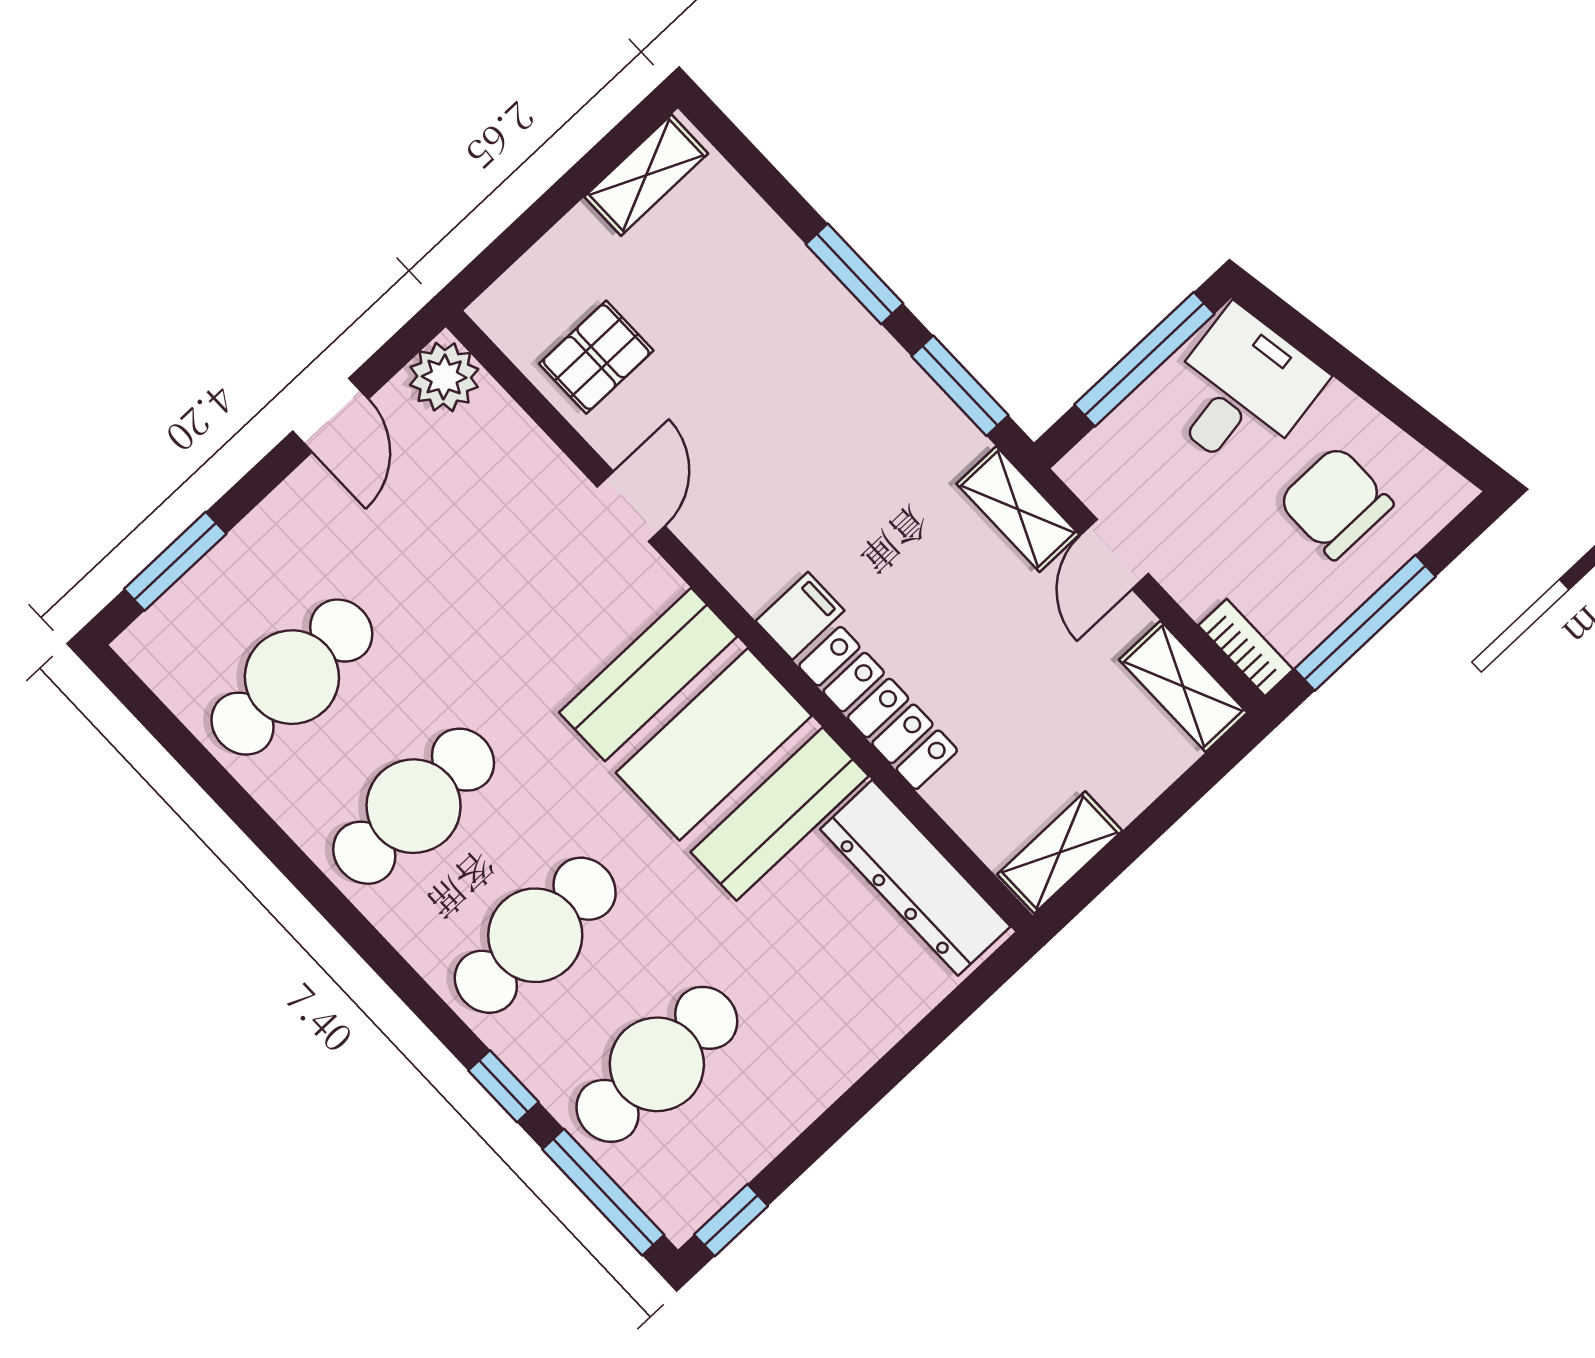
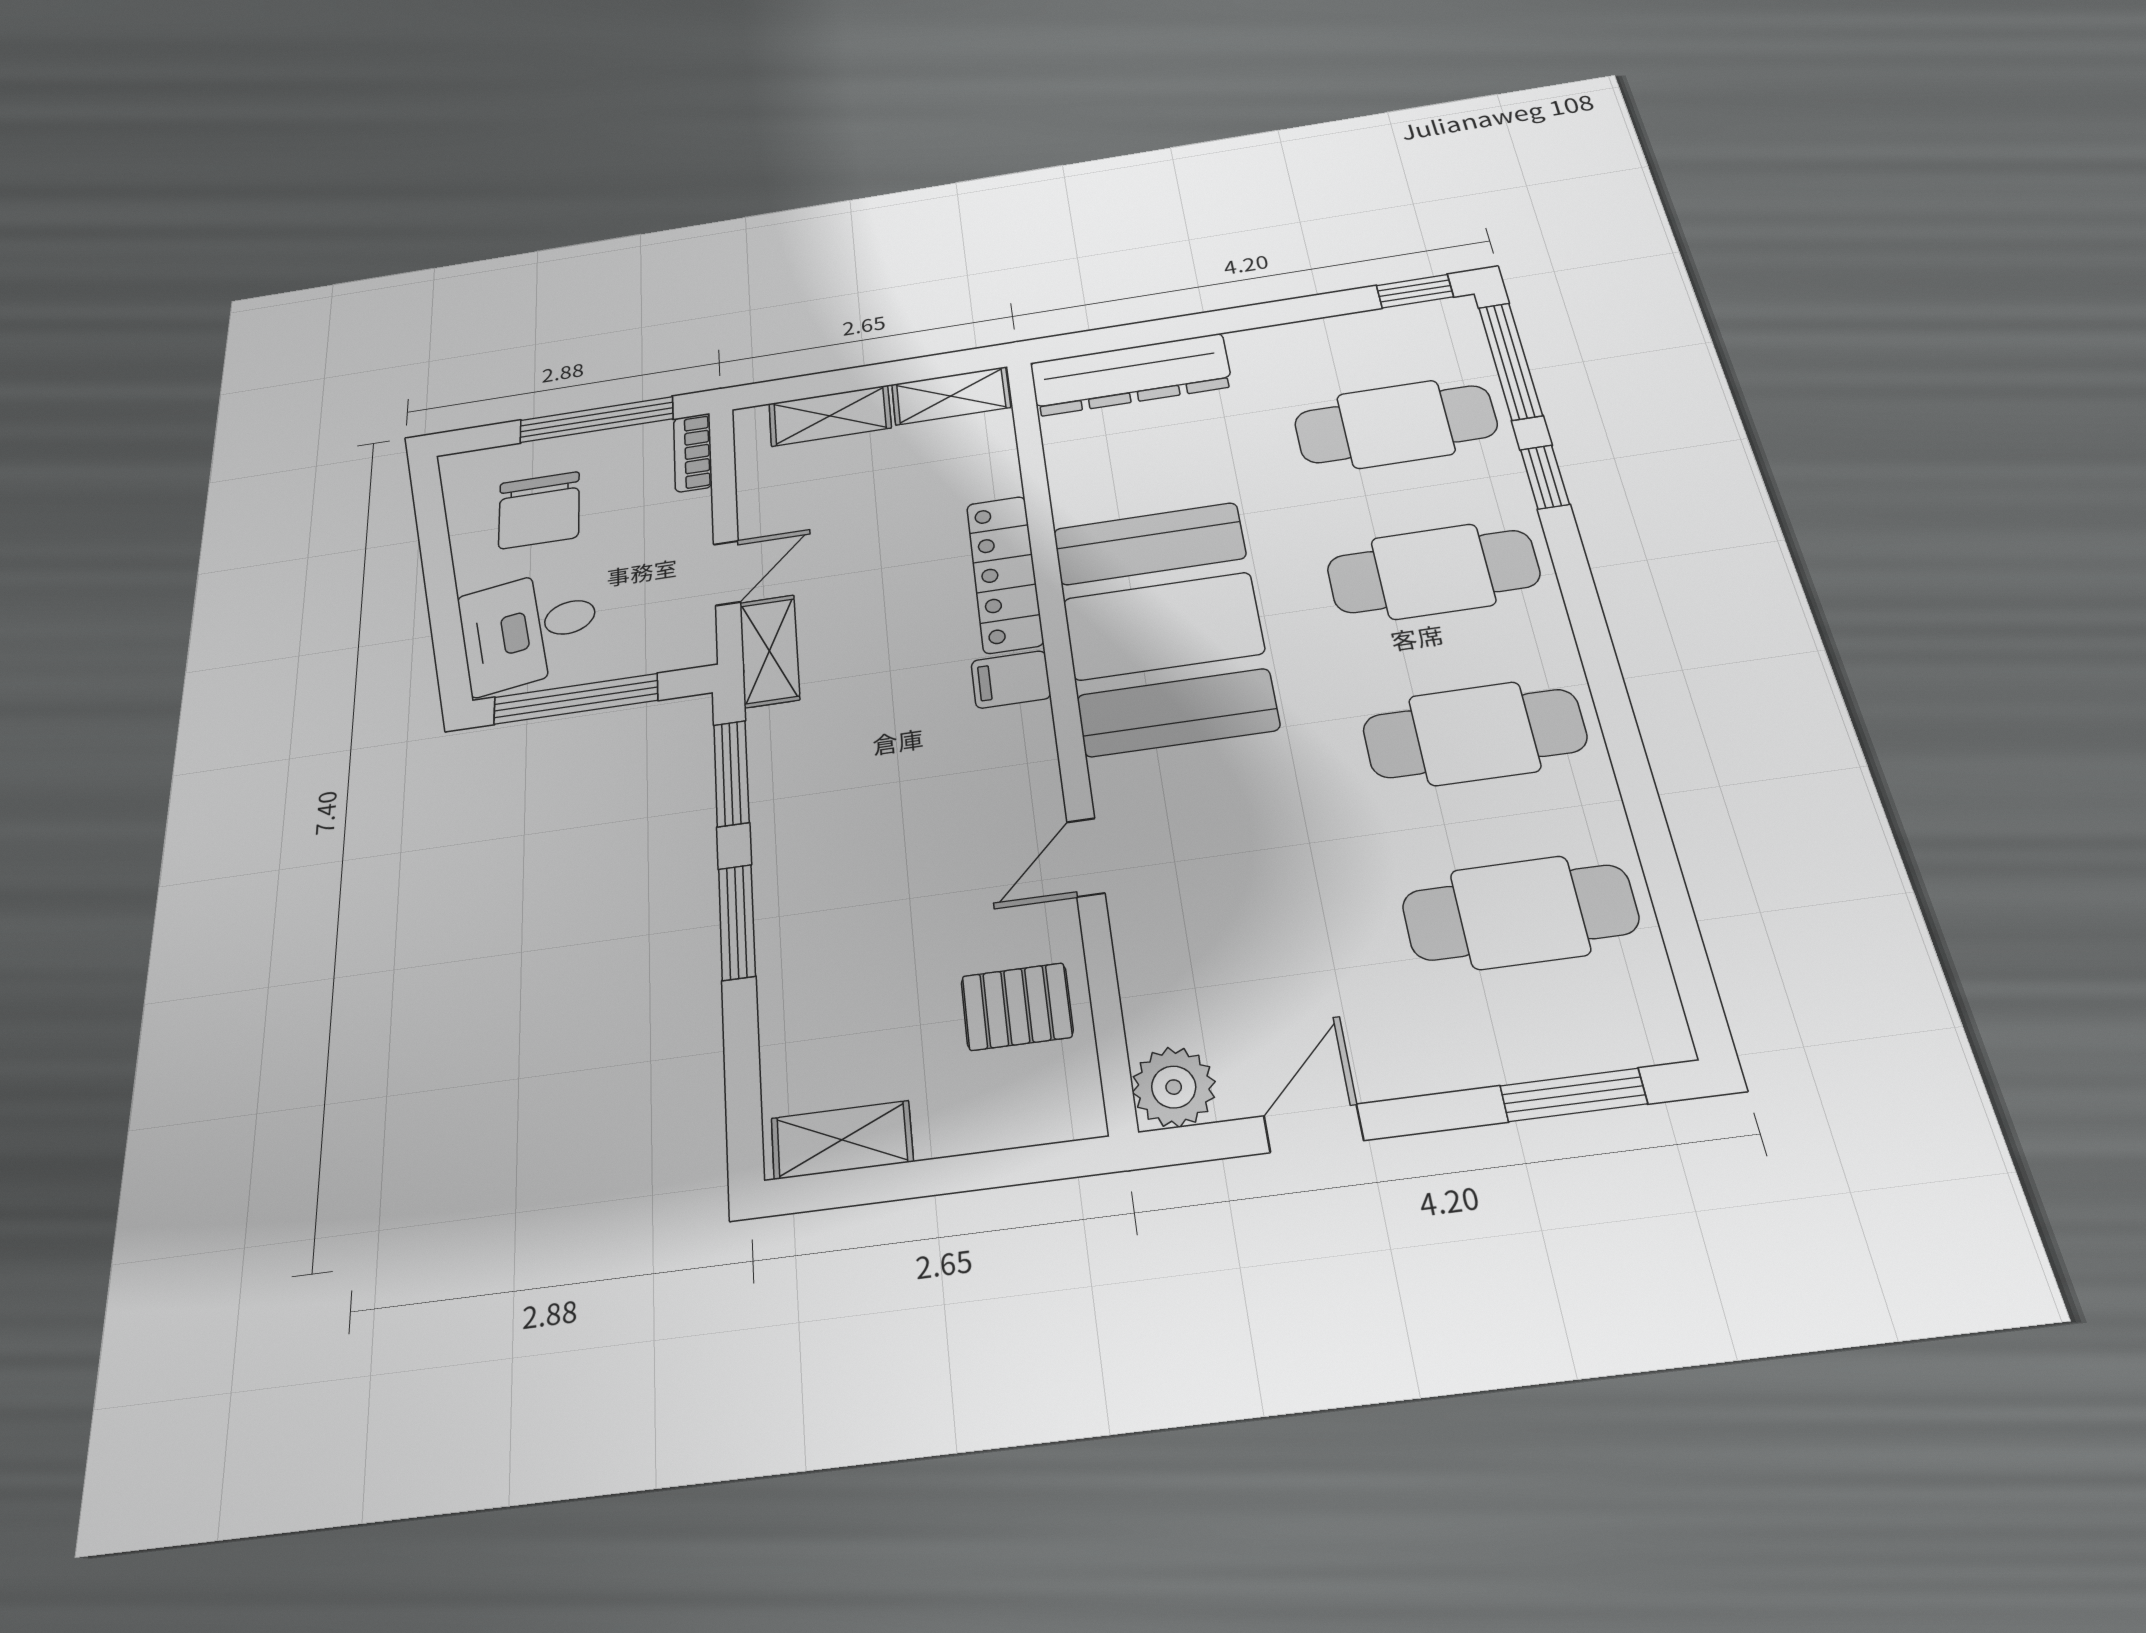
shelving: (1183, 686) -> (830, 416), moved, turned 90
dresser: (915, 878) -> (1130, 375), moved, turned 90

